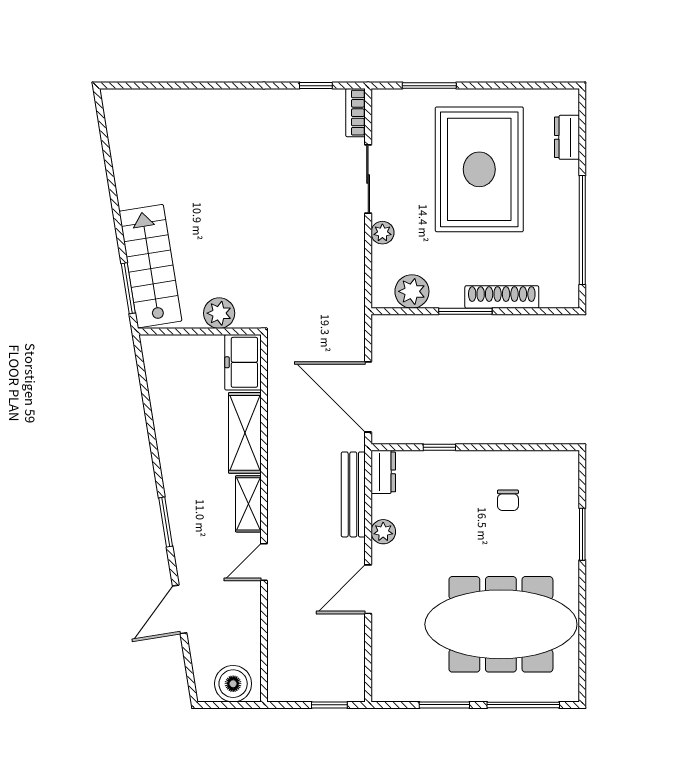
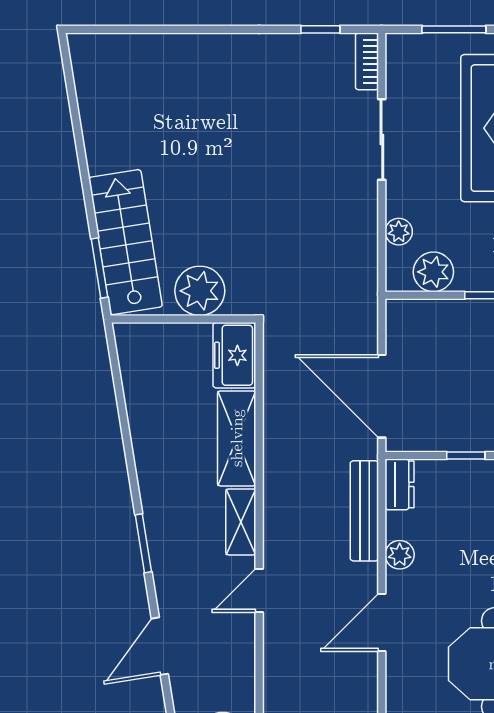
plant: (382, 233) -> (399, 232), moved
plant: (219, 313) -> (200, 291), width x1.36, depth x1.36

